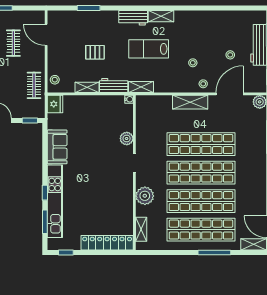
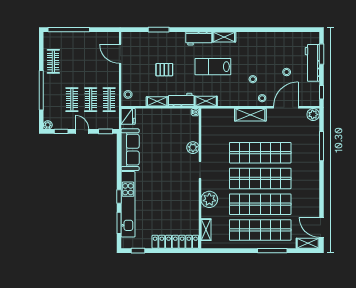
clothes rail: (13, 43) -> (91, 100), moved
sofa: (57, 147) -> (130, 150), width x1.36

